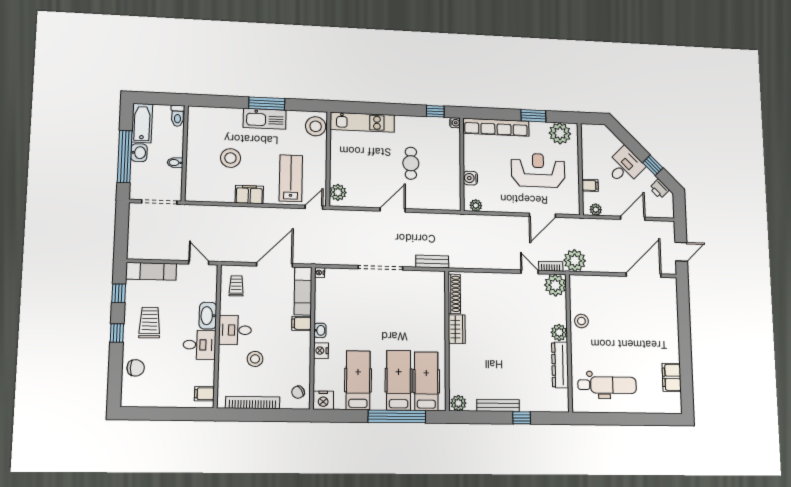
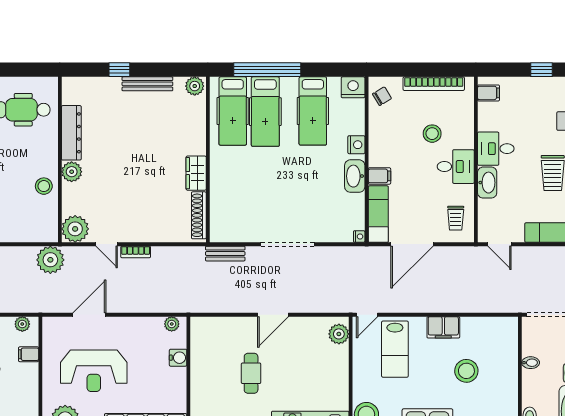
bookcase: (551, 266) -> (136, 252), moved
washbasin: (320, 330) -> (355, 176), width x1.91, depth x1.45
window: (156, 414) -> (541, 70), added

